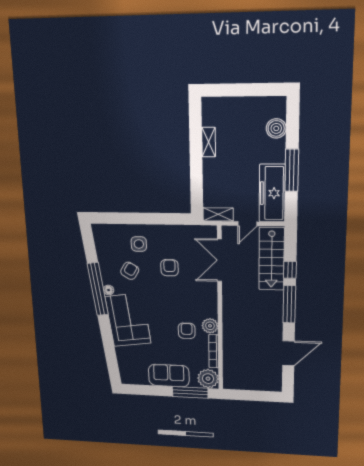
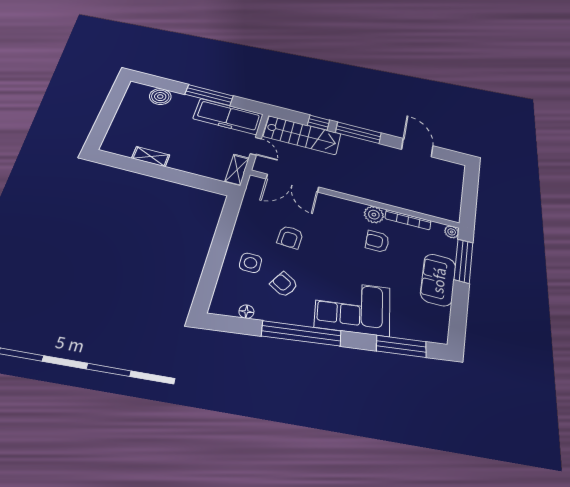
armchair: (170, 268) -> (290, 237), turned -86
floor lamp: (109, 290) -> (246, 312), moved
window: (110, 354) -> (401, 346), added
plant: (208, 379) -> (452, 232), width x0.53, depth x0.53

